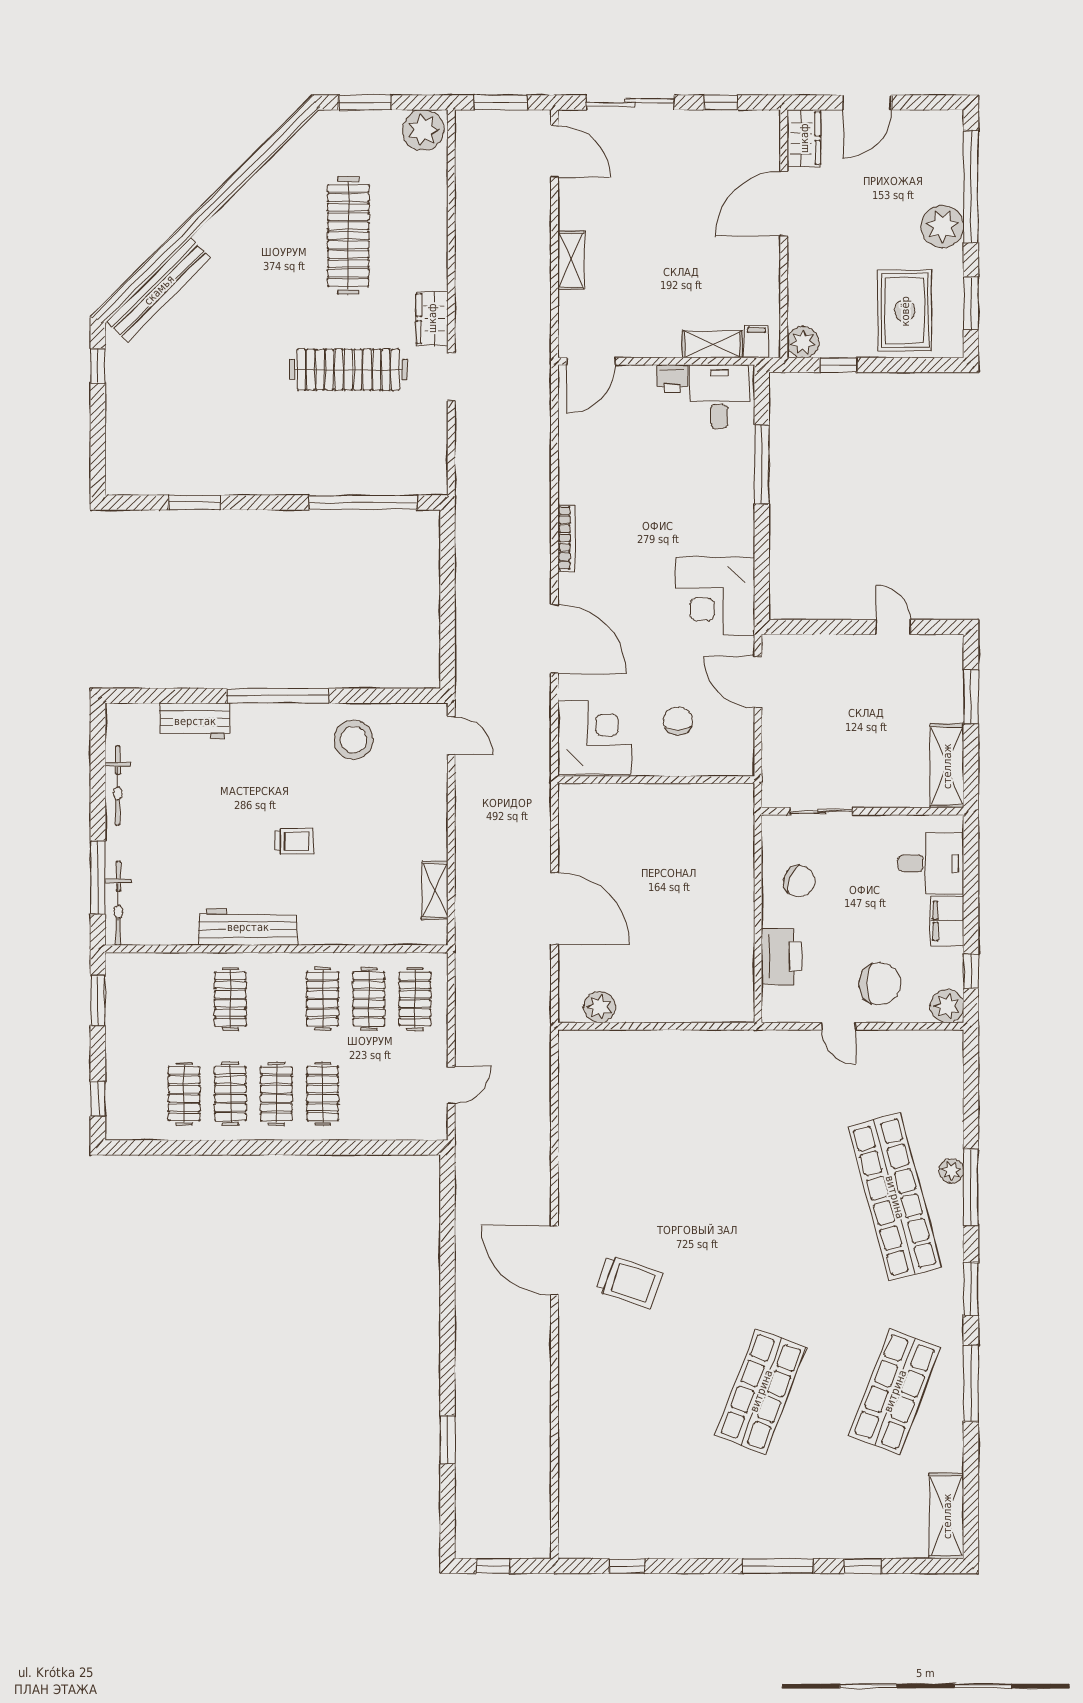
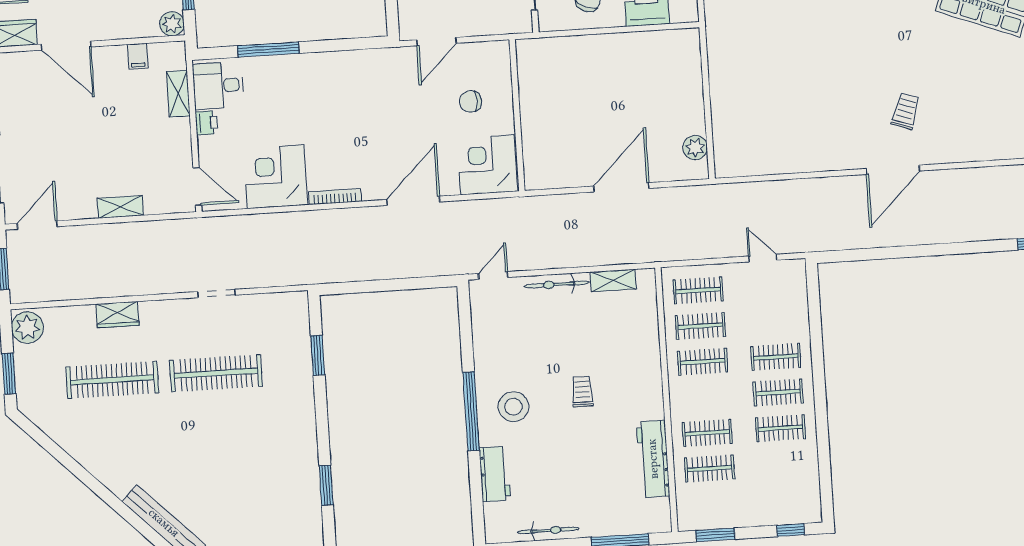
wardrobe: (432, 318) -> (117, 315), moved
filing cabinet: (756, 342) -> (138, 56), moved, turned -90
clothes rail: (348, 370) -> (216, 373), turned 90
window: (363, 503) -> (318, 355), width x0.47
corner desk: (715, 596) -> (276, 177), moved, turned 180
stool: (354, 740) -> (513, 407), moved
bicycle: (118, 903) -> (557, 284), moved, turned 180
workbench: (248, 927) -> (653, 459), moved
clothes rail: (184, 1094) -> (710, 469), moved
trolley: (629, 1282) -> (906, 111), width x0.73, depth x0.72

